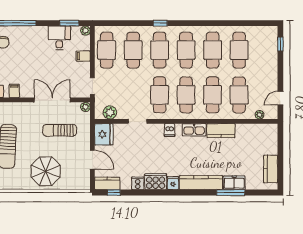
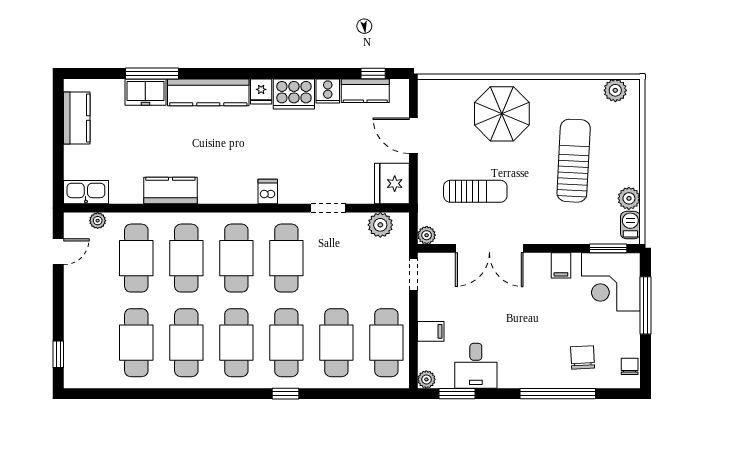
kitchen sink: (194, 130) -> (86, 192), moved
kitchen counter: (107, 183) -> (365, 91), moved

